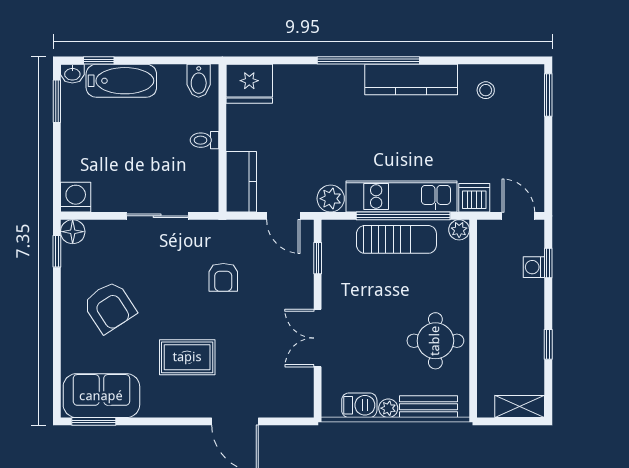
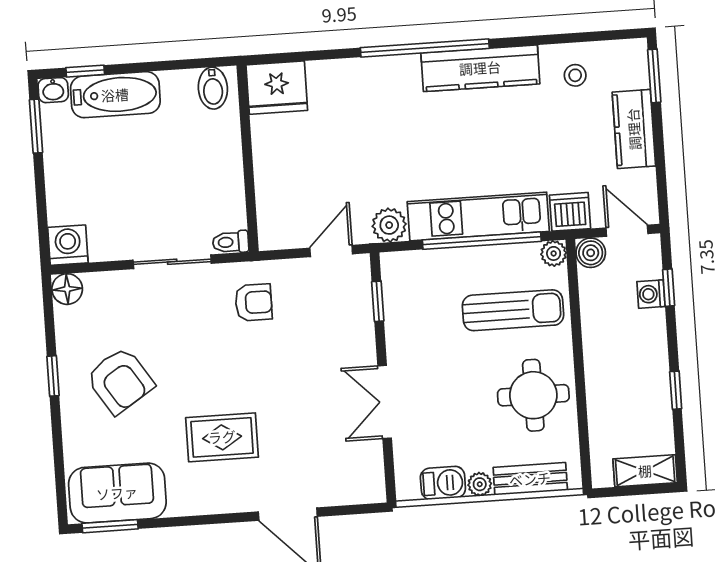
toilet: (204, 140) -> (231, 242), moved
kitchen counter: (241, 182) -> (634, 129), moved, turned 180
door: (283, 216) -> (331, 251), swing flipped
boiler: (488, 231) -> (591, 253), added
sun lounger: (396, 239) -> (513, 310), moved
window: (57, 251) -> (53, 376), moved
armchair: (223, 277) -> (254, 302), moved, turned -90

